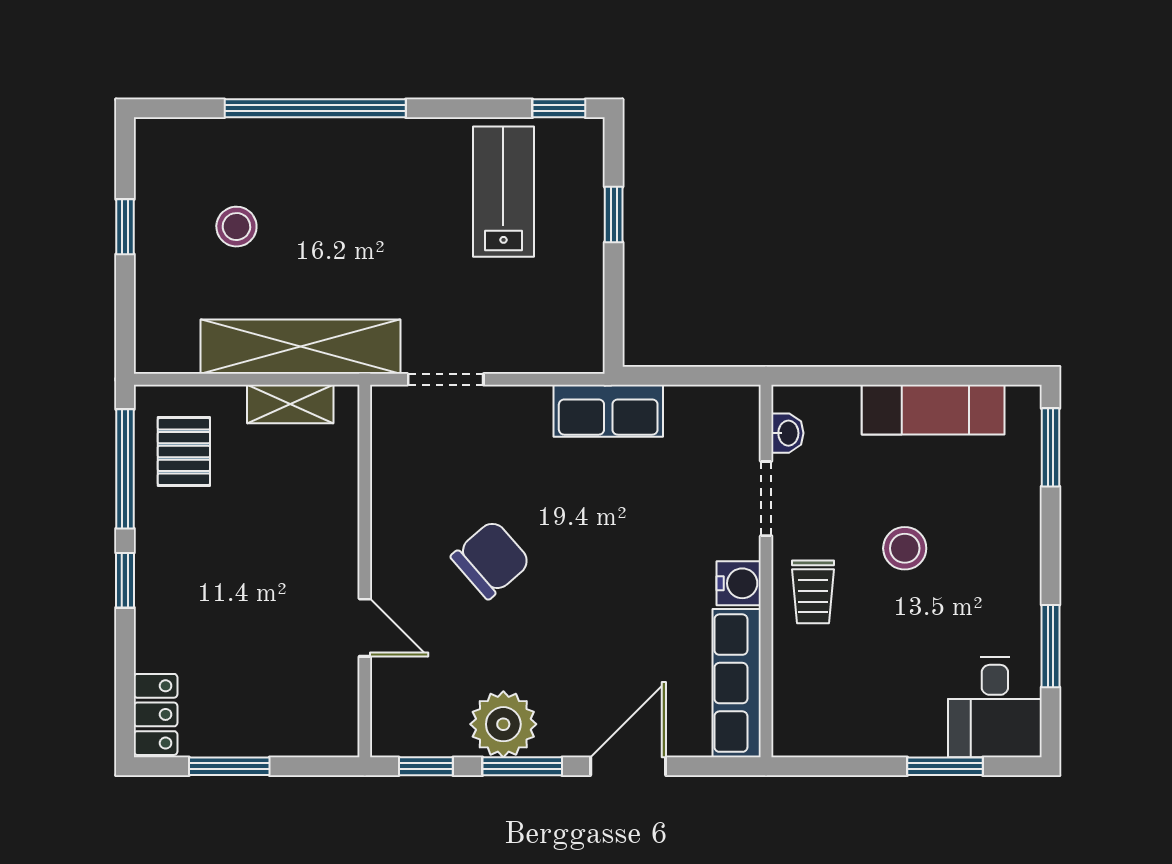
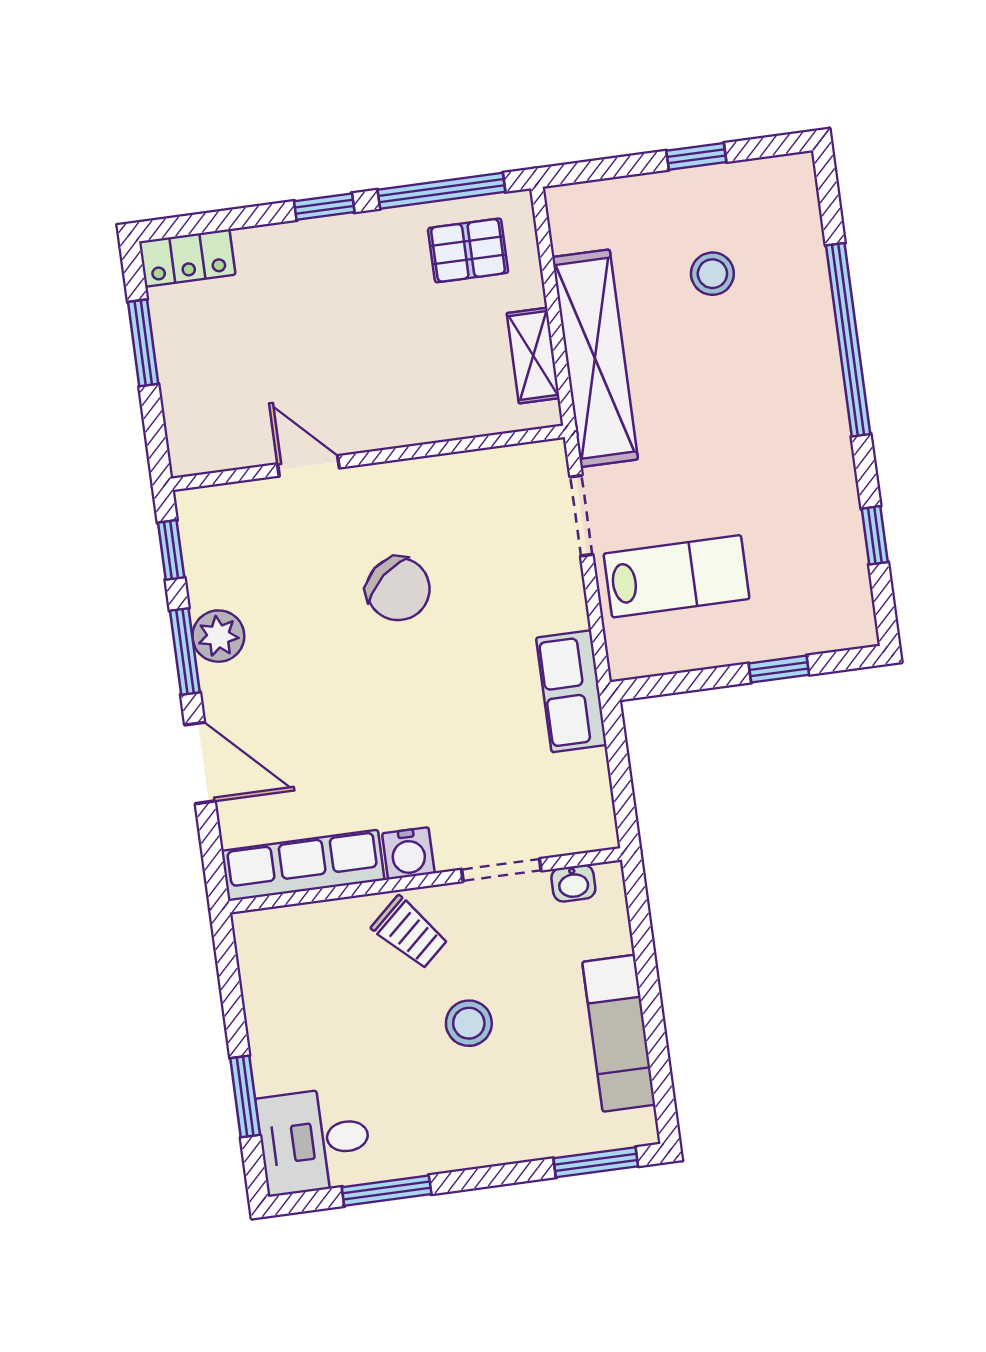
window: (559, 108) -> (875, 535), moved
lab bench: (503, 192) -> (677, 576), moved
trolley: (813, 592) -> (410, 933), turned -132
door: (365, 628) -> (308, 466), swing flipped
plant: (503, 724) -> (218, 636), width x0.73, depth x0.73

